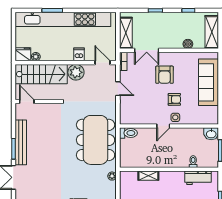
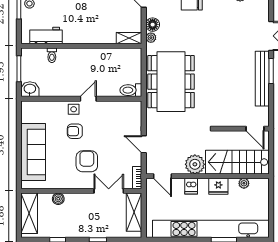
fridge: (23, 54) -> (218, 186), moved
shelving: (148, 176) -> (129, 38), moved
floor lamp: (111, 187) -> (153, 25), added

